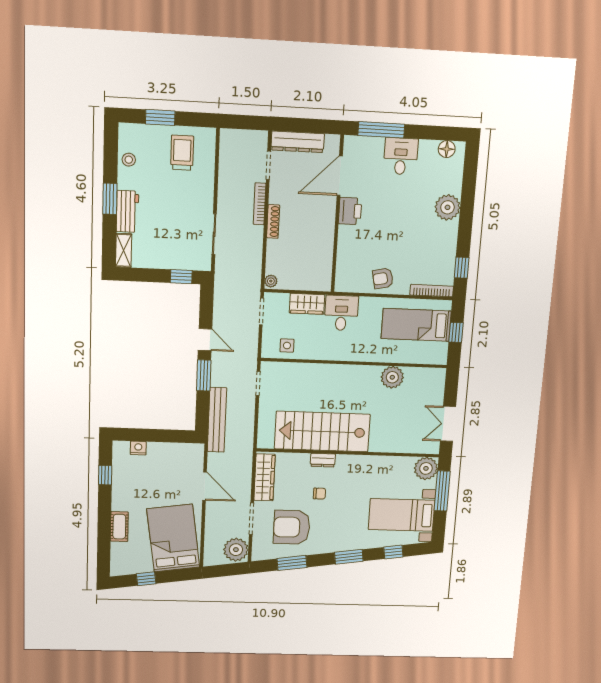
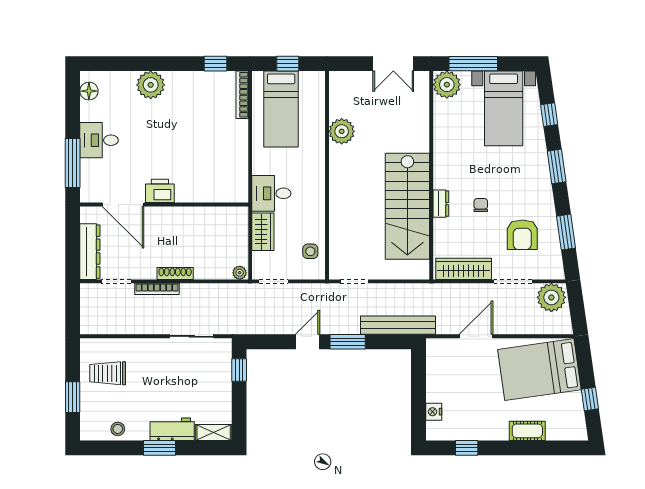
armchair: (383, 278) -> (231, 150), removed
armchair: (292, 527) -> (522, 235), width x0.73, depth x0.73

